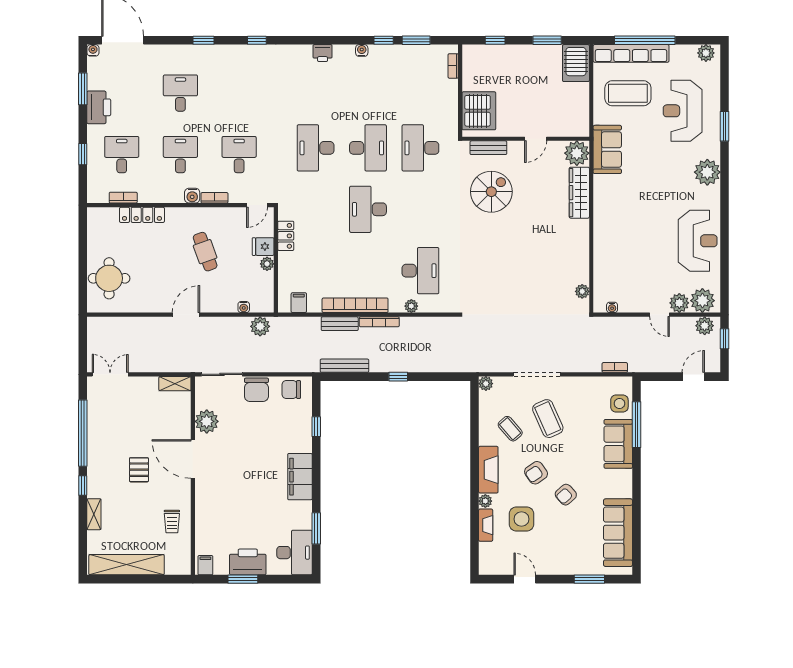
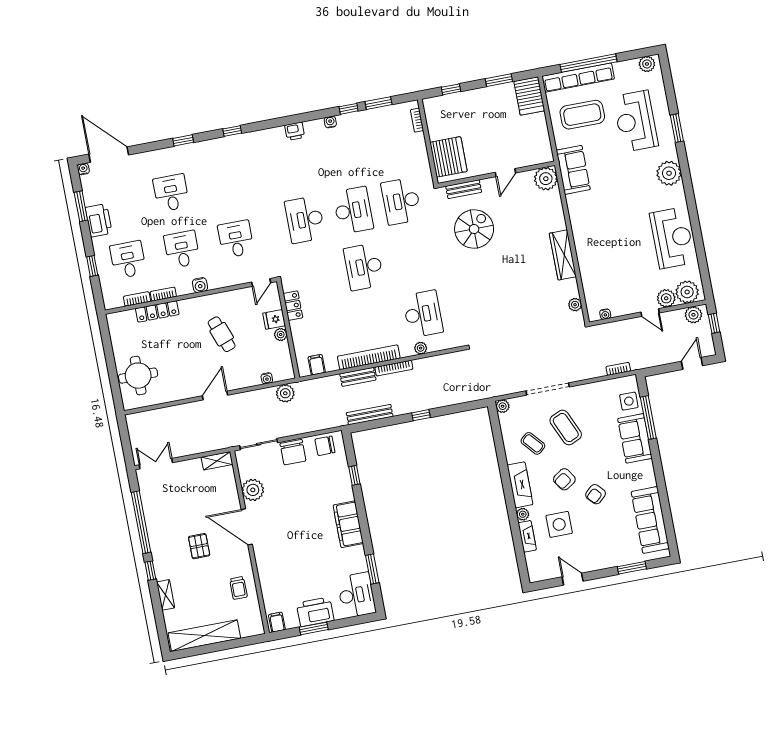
wardrobe: (579, 193) -> (563, 255), moved
bookcase: (214, 198) -> (163, 294), moved

